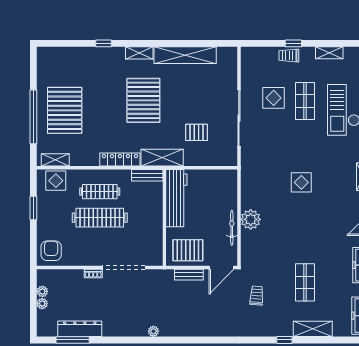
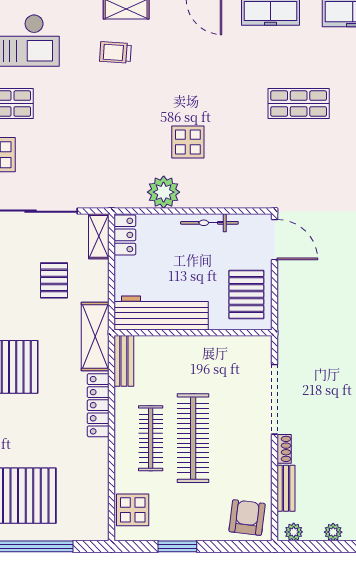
shelving: (55, 160) -> (99, 236), moved
locker: (224, 176) -> (125, 235), added
display table: (301, 182) -> (188, 142), moved
plant: (251, 219) -> (164, 192), moved
armchair: (51, 251) -> (247, 518), turned 97
bench: (189, 275) -> (286, 488), moved
plant: (42, 291) -> (294, 532), moved
trolley: (257, 296) -> (115, 52), moved

